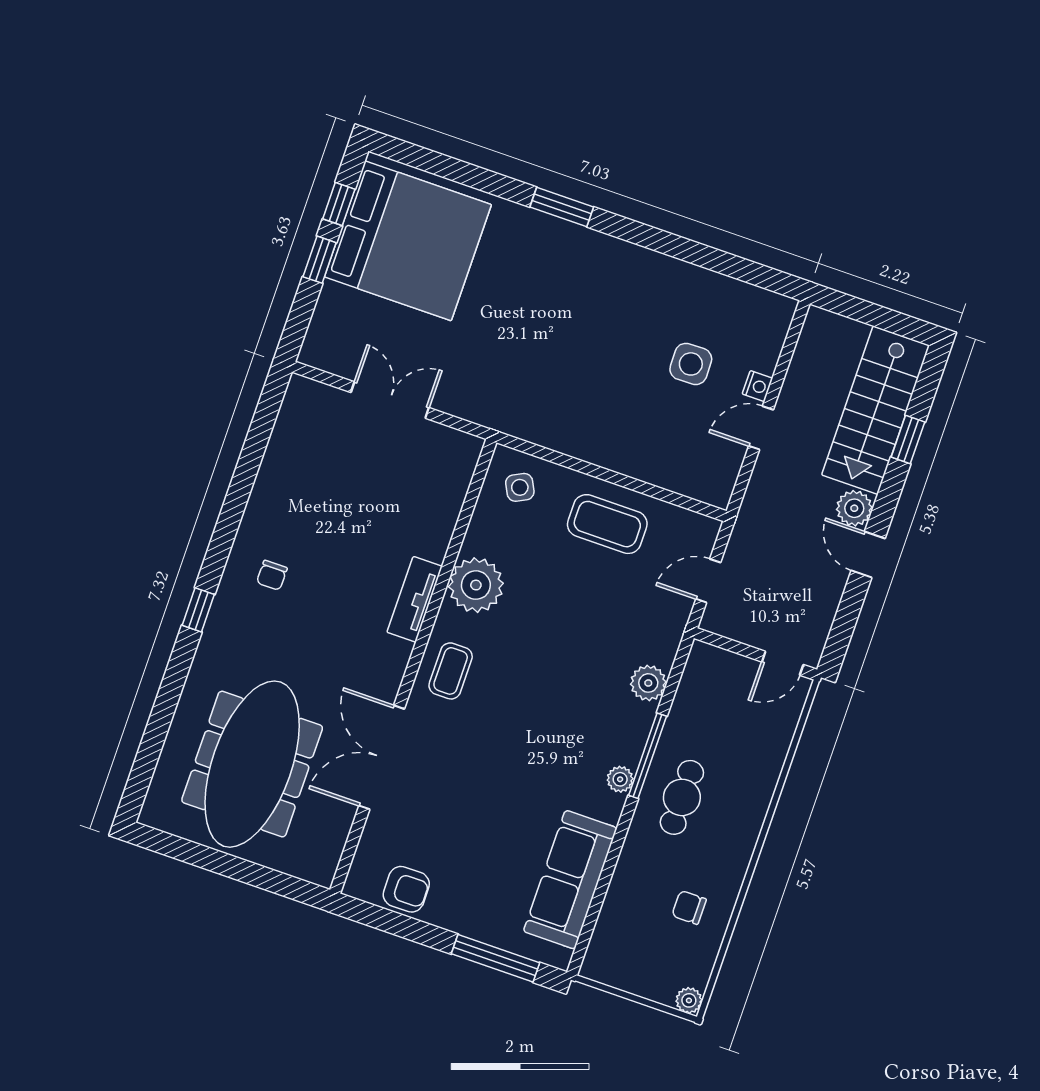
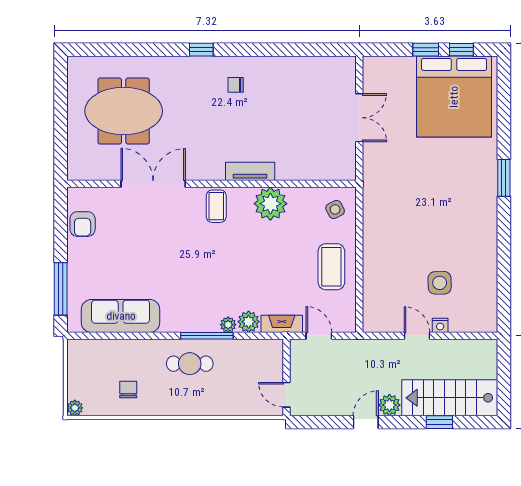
fireplace: (669, 632) -> (282, 324), added
coffee table: (451, 671) -> (216, 206), turned 90
meeting table: (252, 764) -> (124, 111), width x0.73
plant: (620, 779) -> (228, 325), moved

